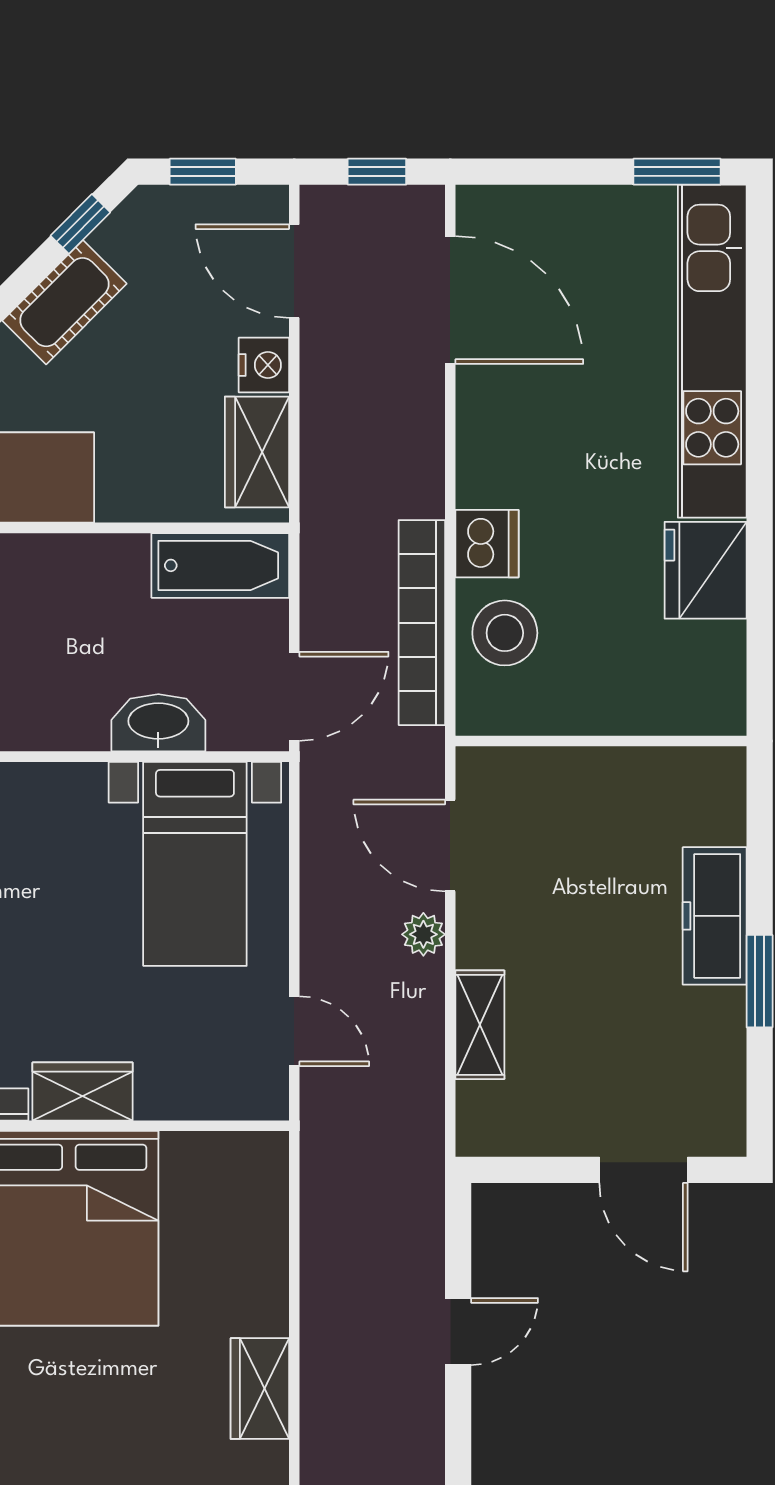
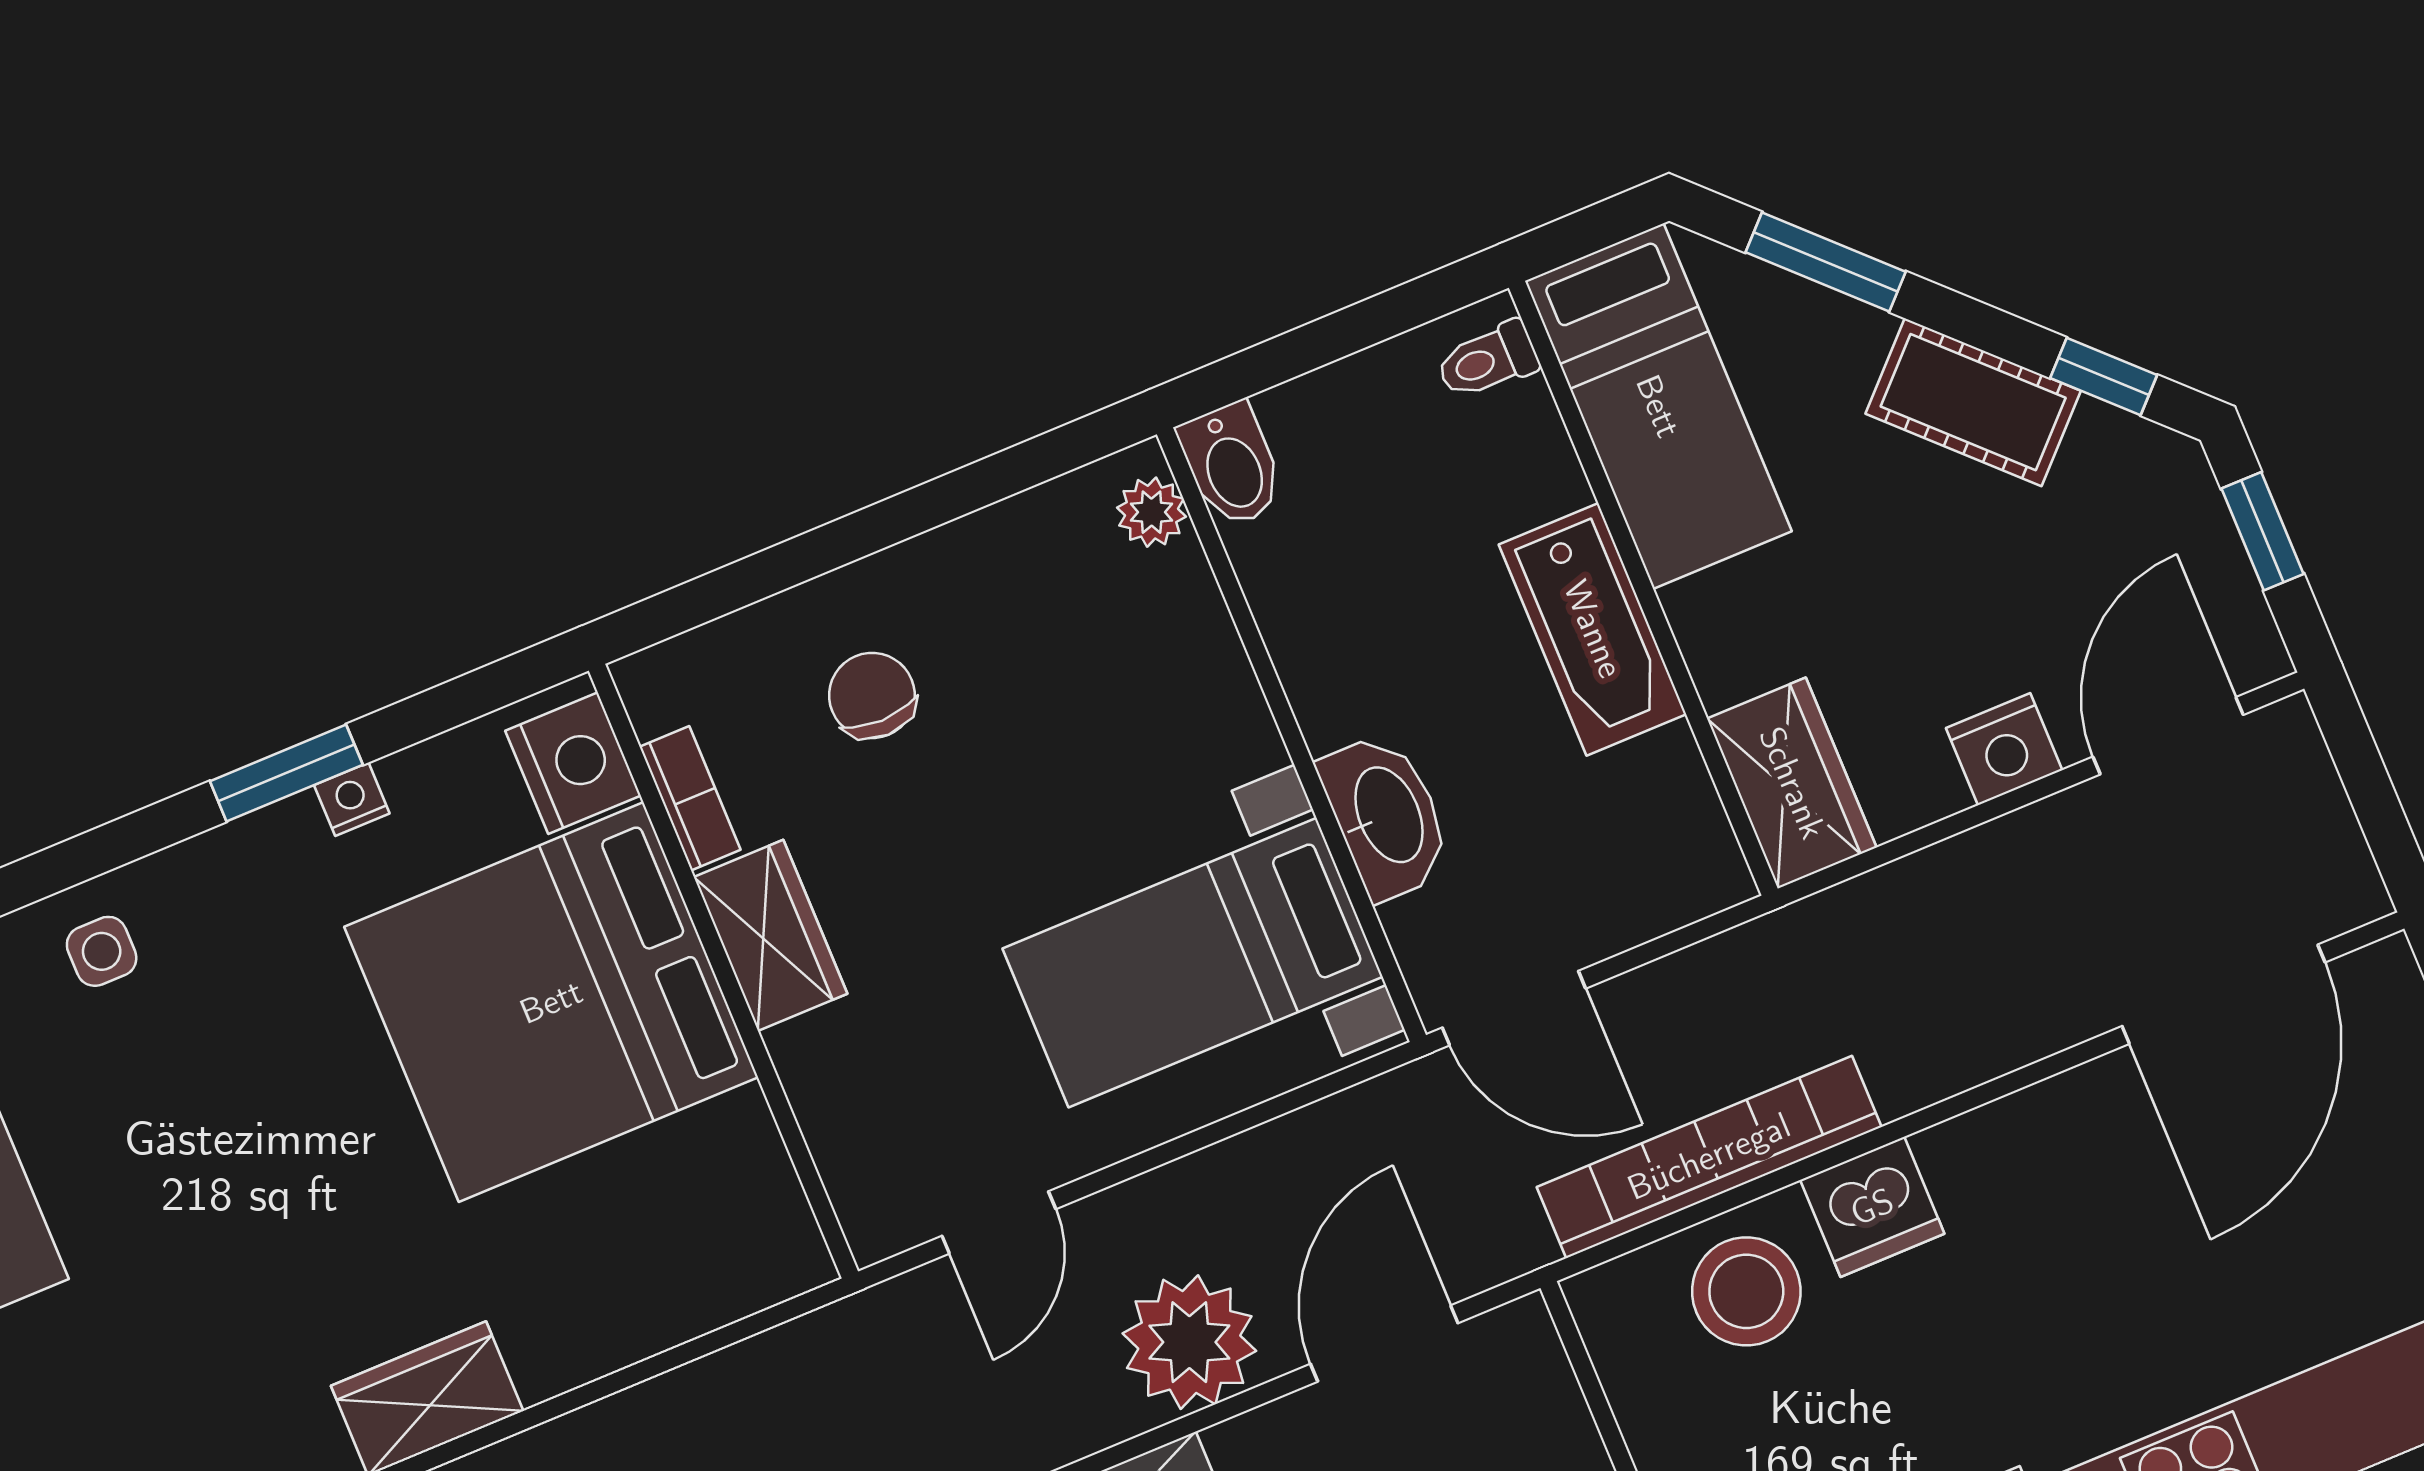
window: (377, 172) -> (2374, 799), removed
wardrobe: (257, 452) -> (1792, 783), moved, turned 90
bathtub: (220, 565) -> (1593, 629), moved
plant: (423, 934) -> (1189, 1342), width x1.87, depth x1.87

